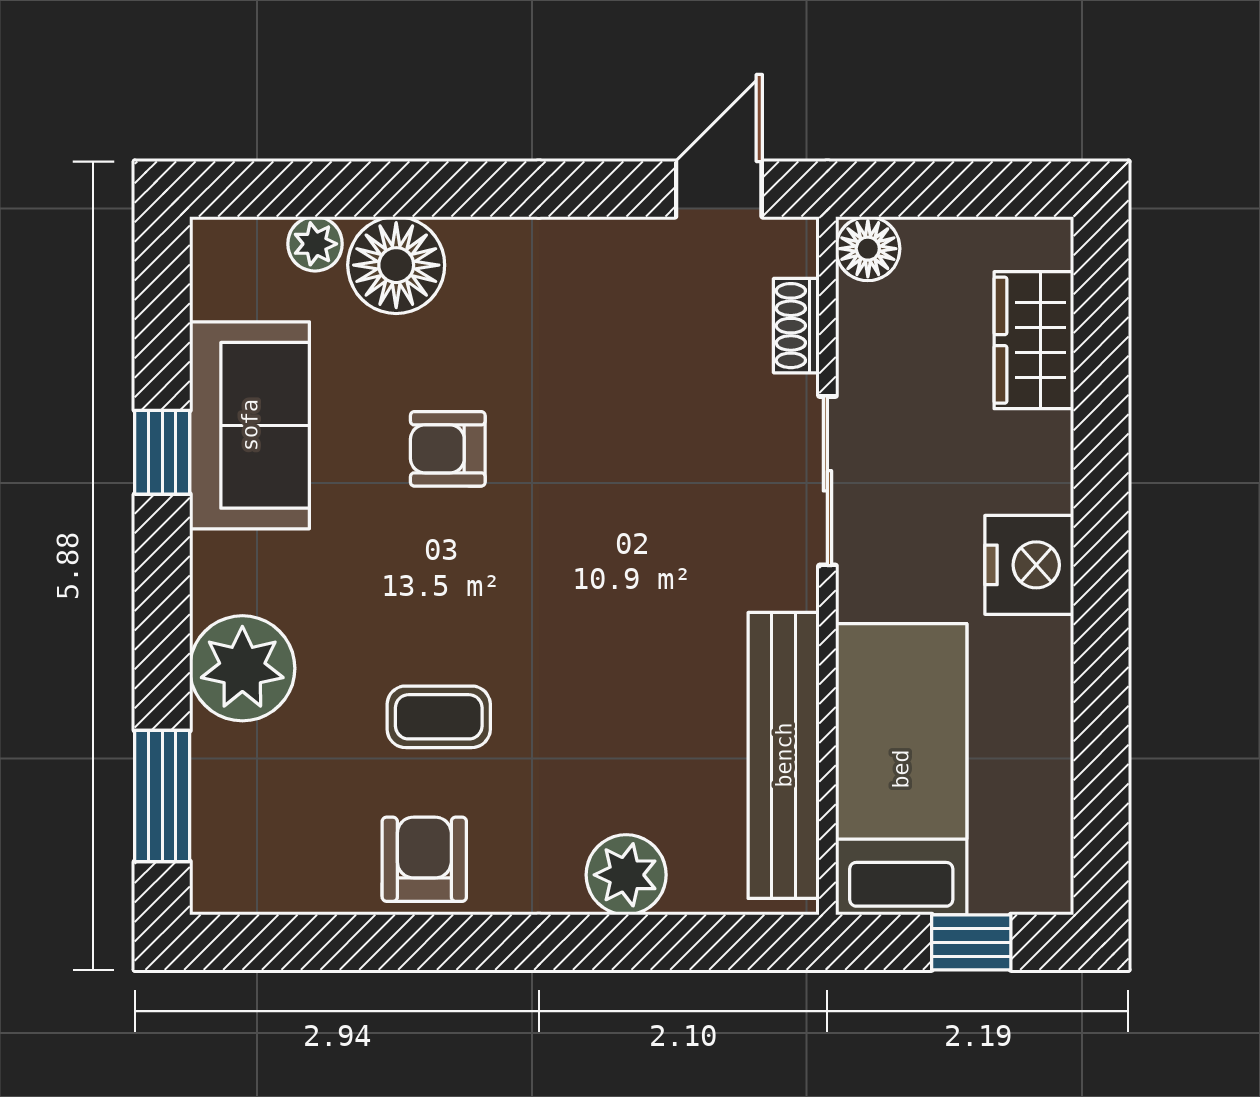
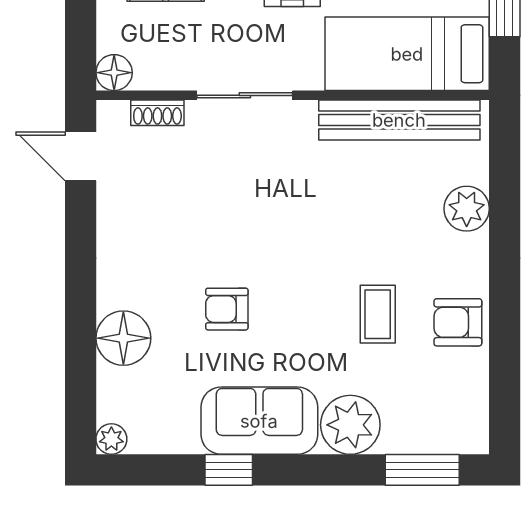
plant: (315, 244) -> (111, 439), moved
sofa: (250, 425) -> (259, 421), moved
armchair: (448, 449) -> (227, 309), turned 90

